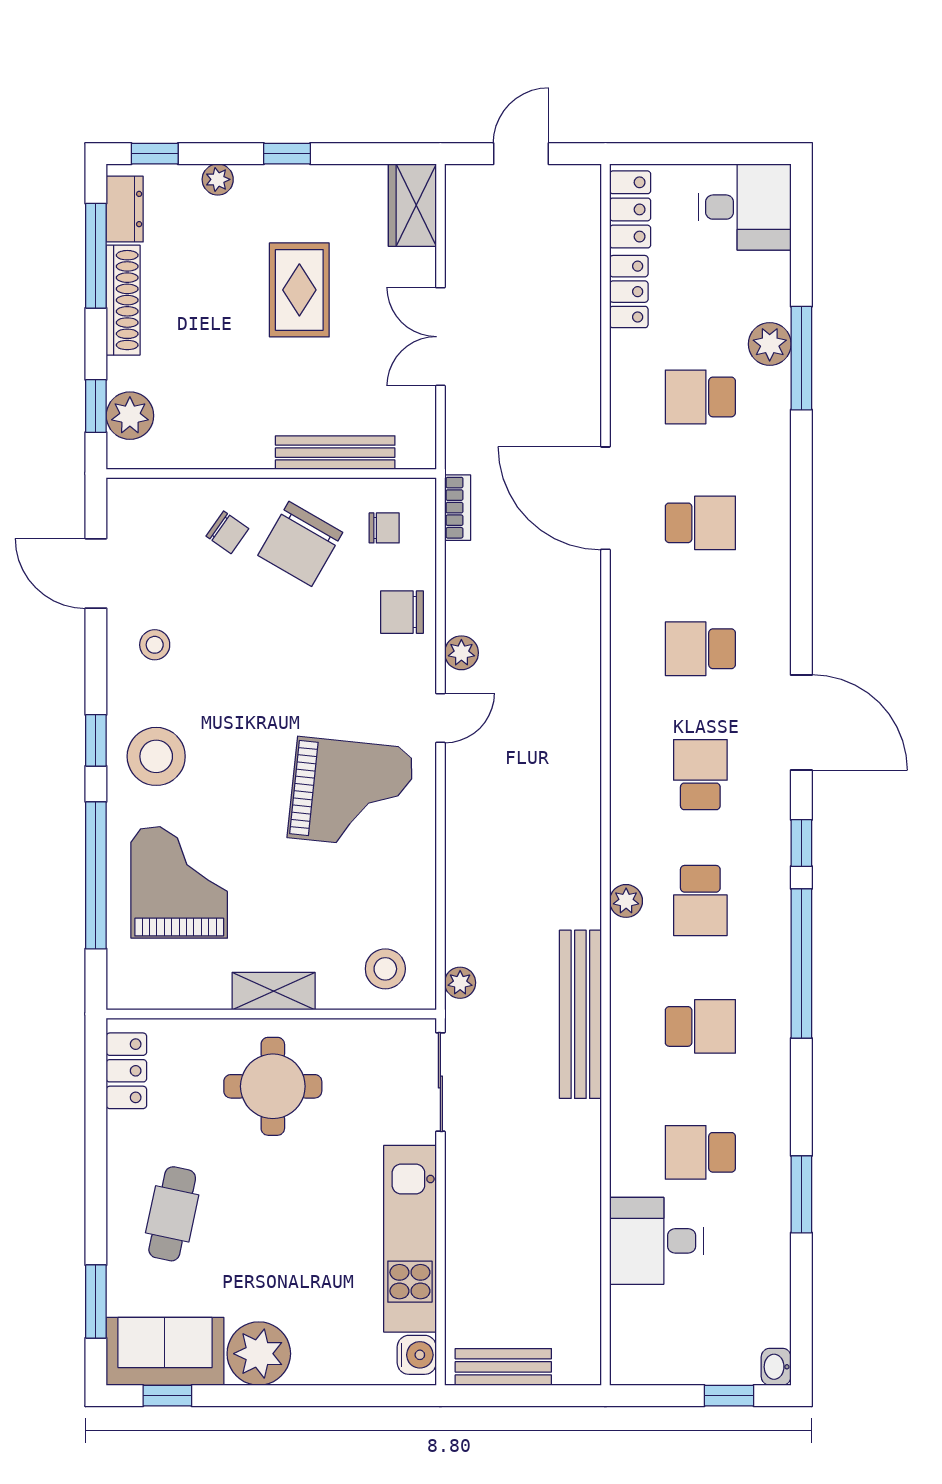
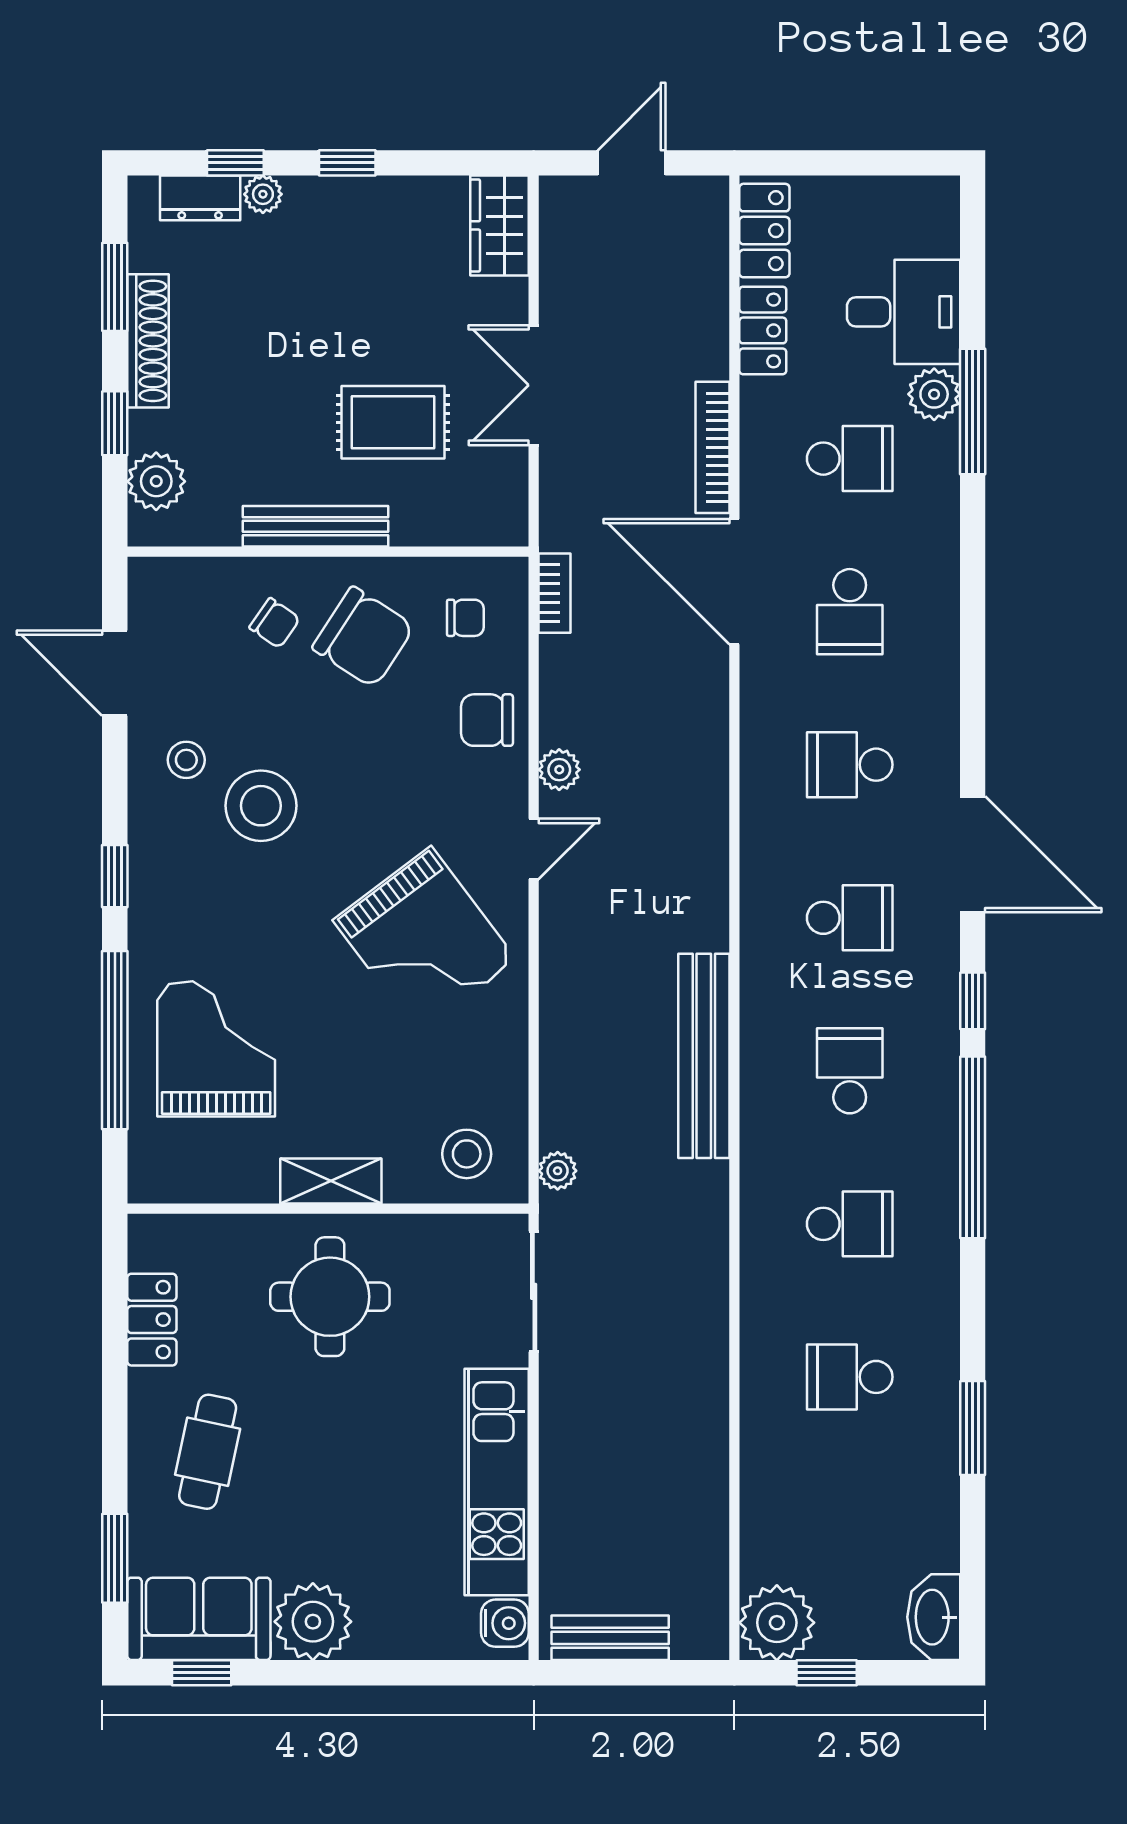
window: (155, 154) -> (235, 163), moved
desk: (745, 207) -> (904, 312), moved
dresser: (125, 209) -> (200, 198), moved, turned 90
window: (96, 256) -> (115, 287), width x0.69
rug: (299, 290) -> (393, 422), moved, turned 90
bookcase: (587, 388) -> (712, 447), added
school desk: (700, 397) -> (850, 459), turned 180
window: (96, 406) -> (115, 423), moved
bench: (335, 453) -> (316, 526), moved
school desk: (700, 523) -> (850, 612), turned 90
chair: (300, 544) -> (363, 637), turned -87
stool: (156, 756) -> (261, 806), moved
school desk: (700, 775) -> (850, 918), turned 90
grand piano: (351, 793) -> (425, 940), turned 47
plant: (626, 901) -> (777, 1623), moved, width x1.88, depth x1.88
school desk: (700, 901) -> (850, 1071), turned 180
bench: (580, 1014) -> (704, 1056), moved
locker: (126, 1071) -> (152, 1320), moved
desk: (656, 1241) -> (796, 1485), removed
washbasin: (776, 1367) -> (934, 1617), width x1.91, depth x1.45
window: (729, 1396) -> (827, 1673), moved

